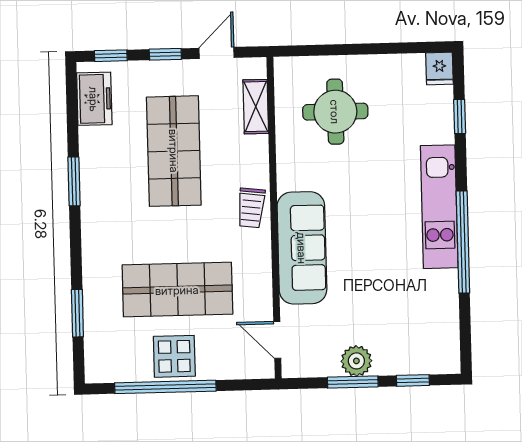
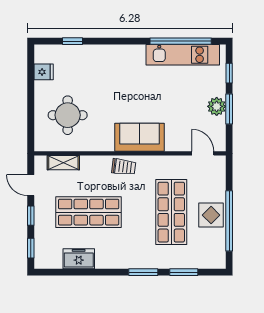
fridge: (439, 69) -> (44, 72), moved
freezer: (94, 99) -> (79, 259), moved
window: (74, 181) -> (143, 272), moved
kitchen unit: (439, 207) -> (183, 55), moved
window: (463, 242) -> (181, 41), moved
sofa: (302, 248) -> (139, 137), width x0.73
door: (277, 340) -> (203, 153), swing flipped

